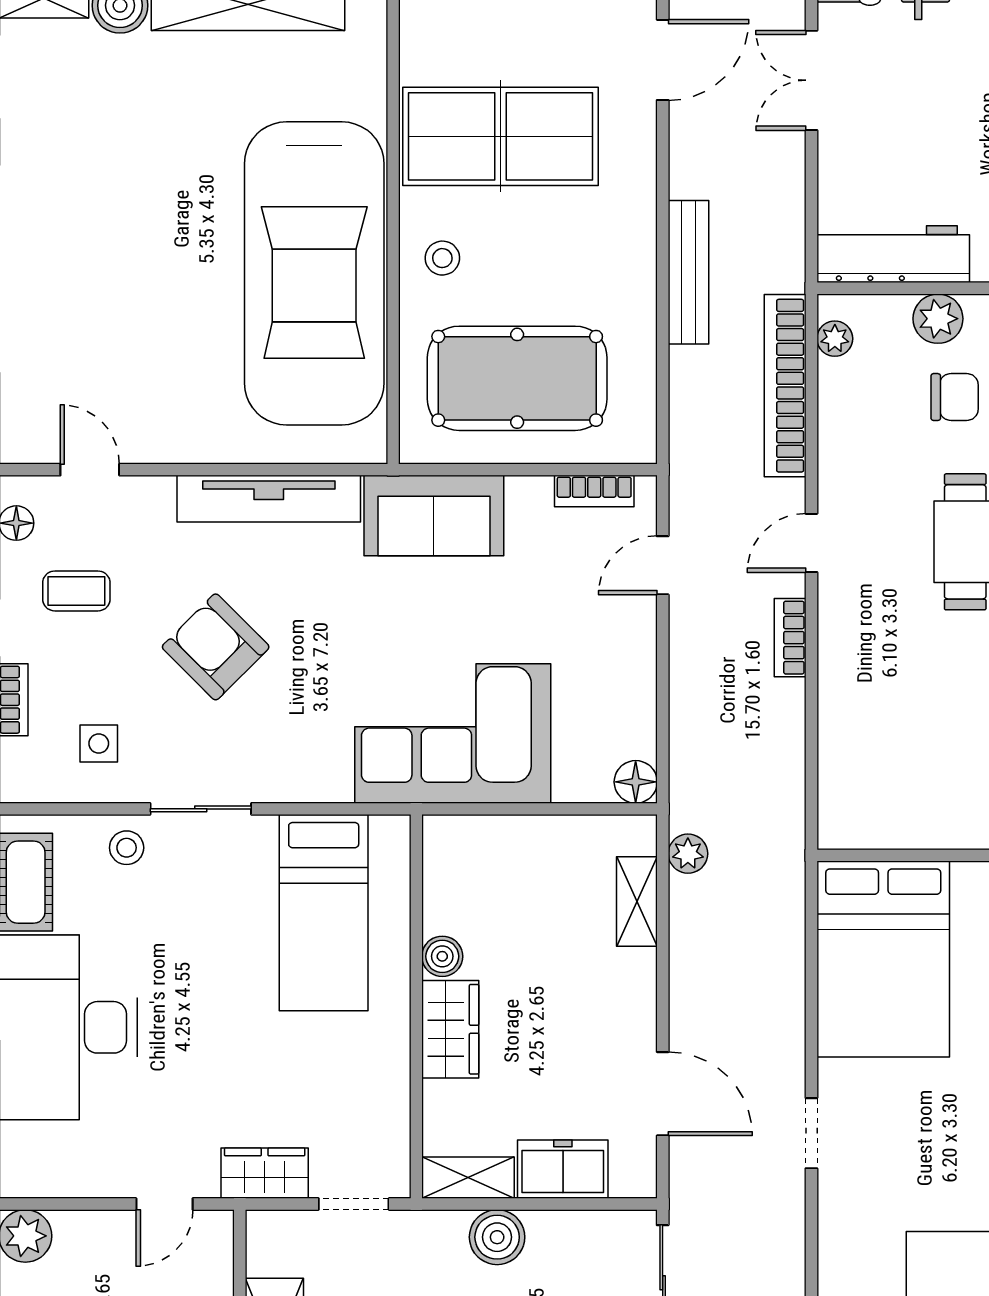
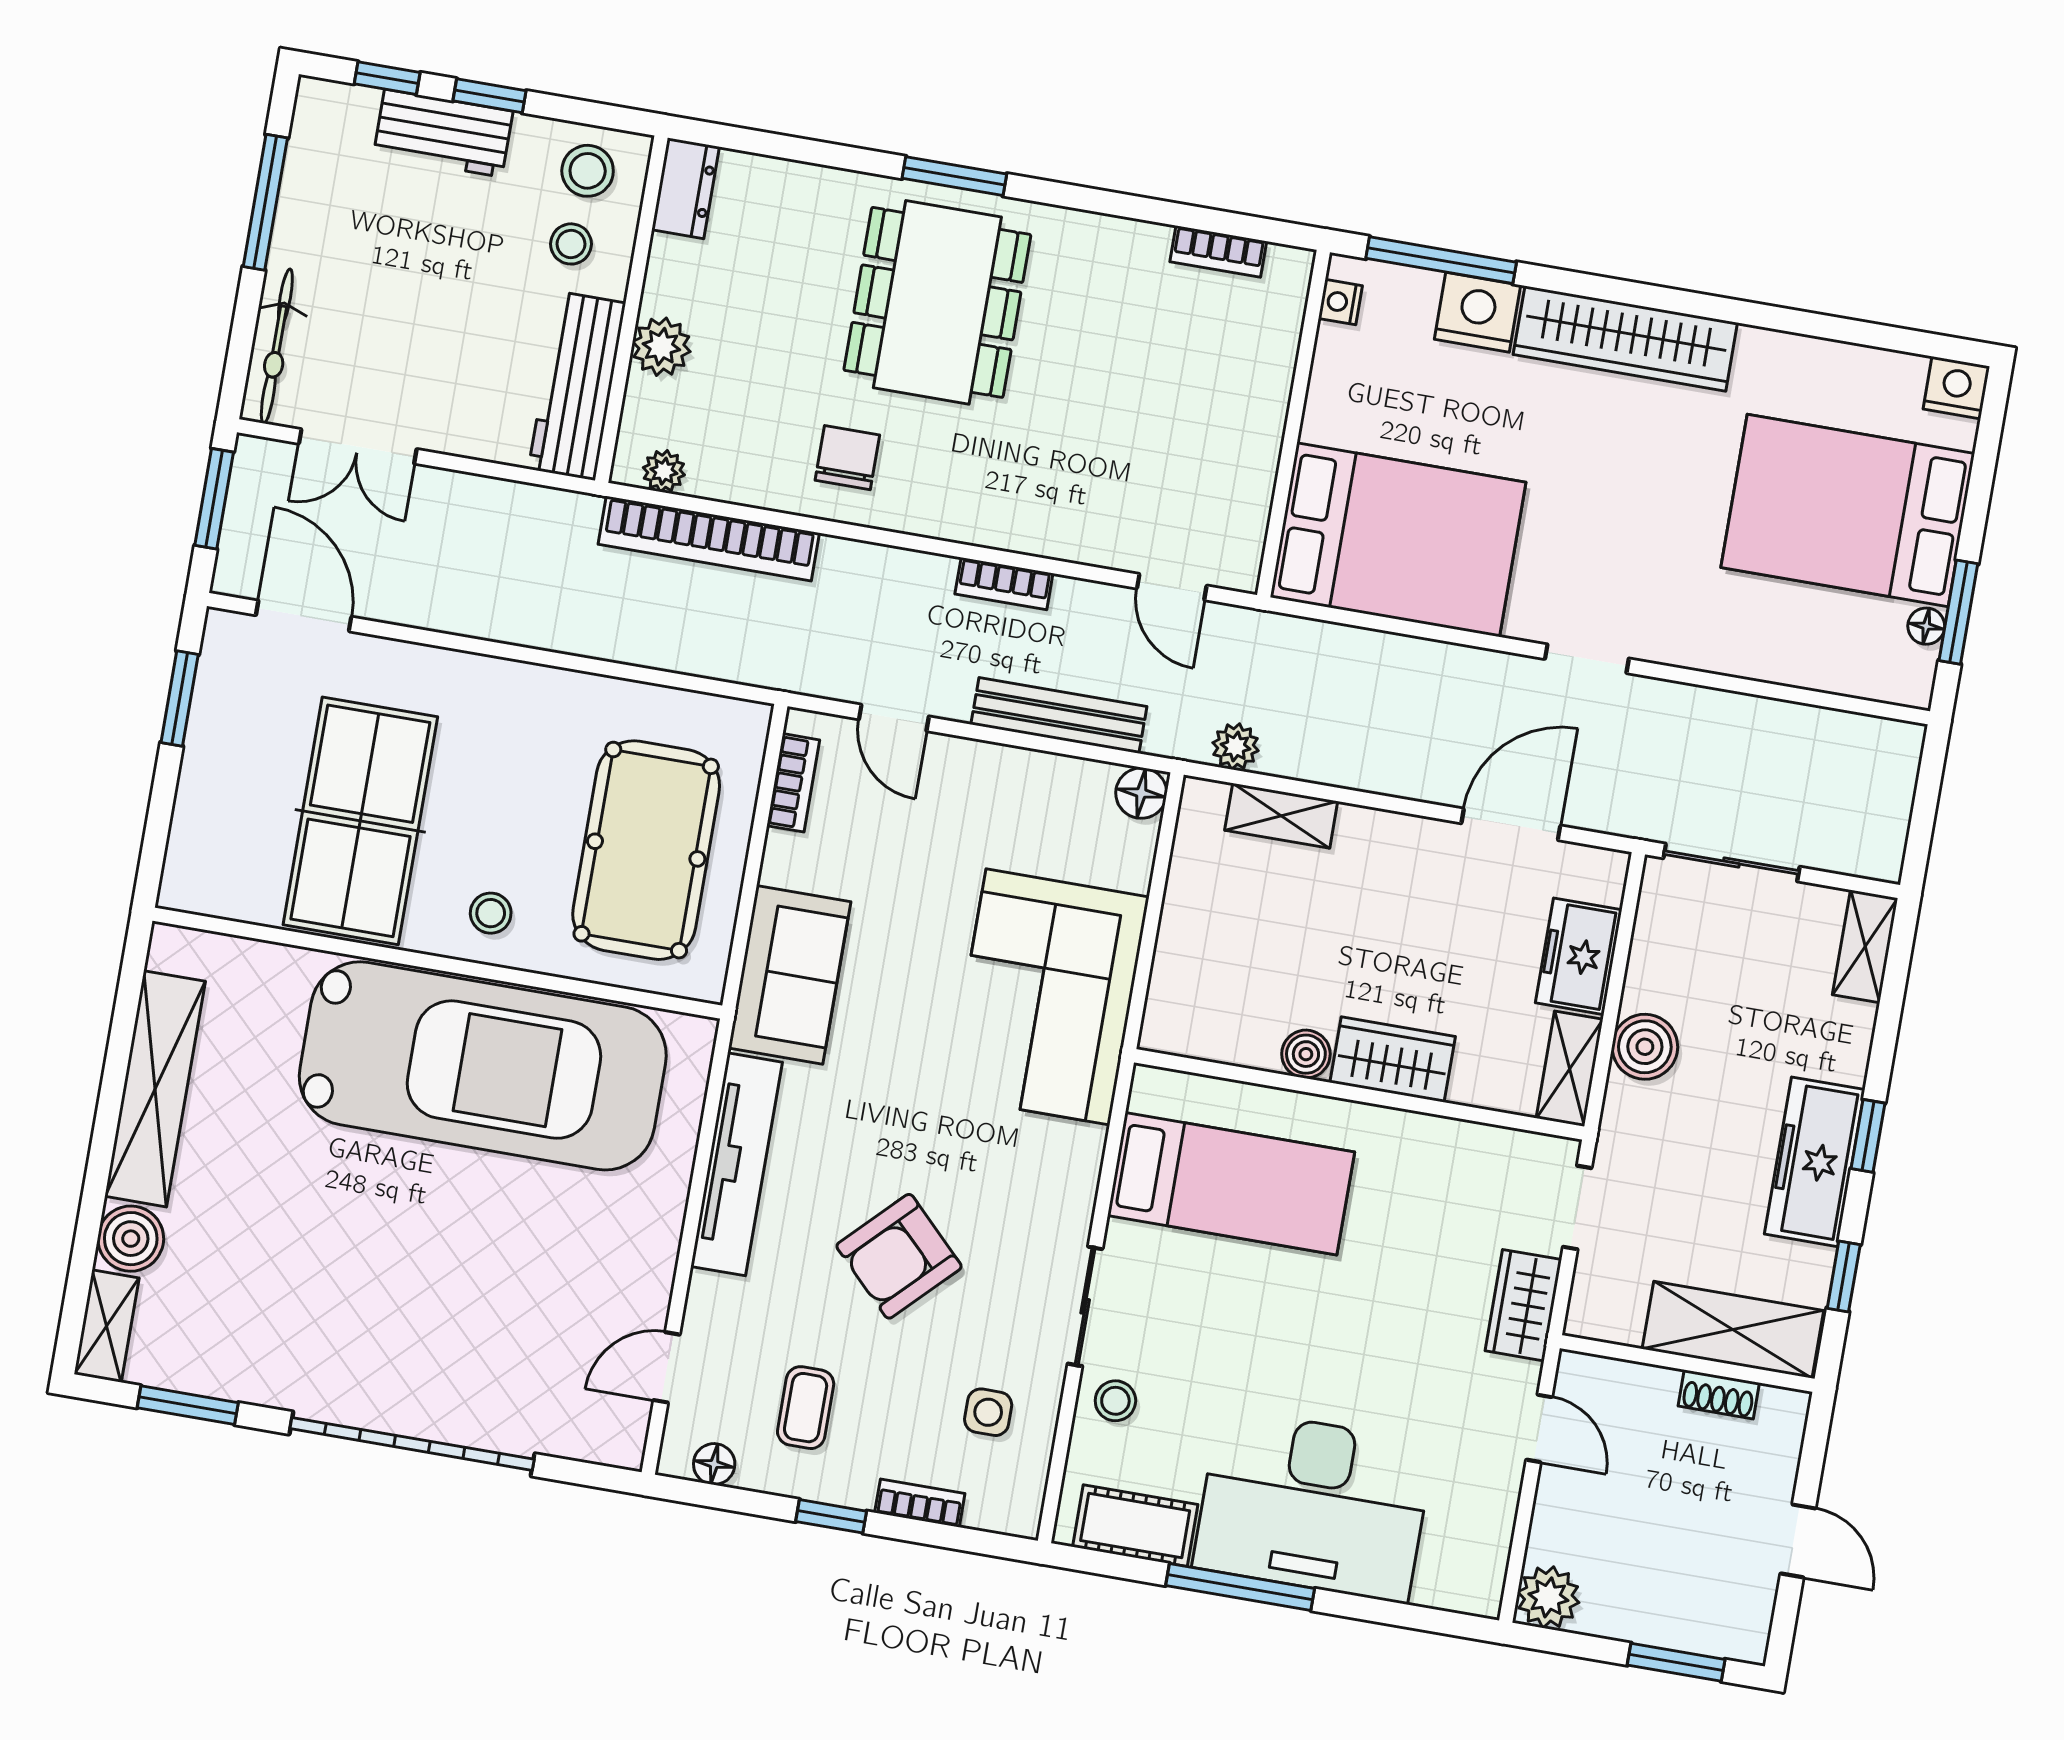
bench: (688, 272) -> (1059, 715), moved
chair: (955, 397) -> (847, 458), moved
door: (811, 543) -> (1172, 587), moved

